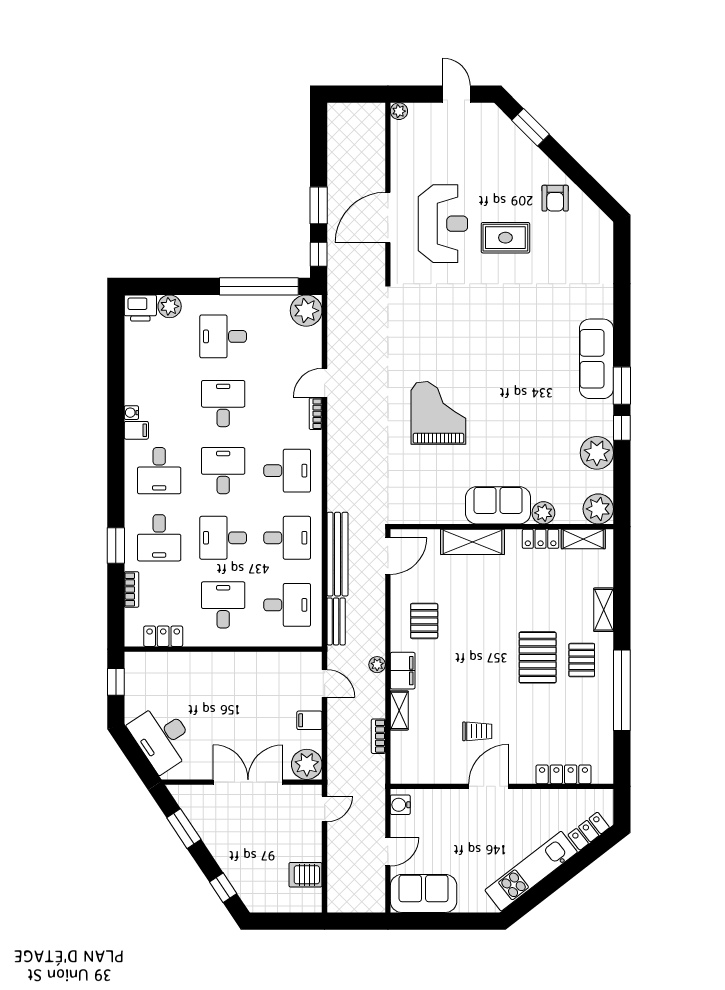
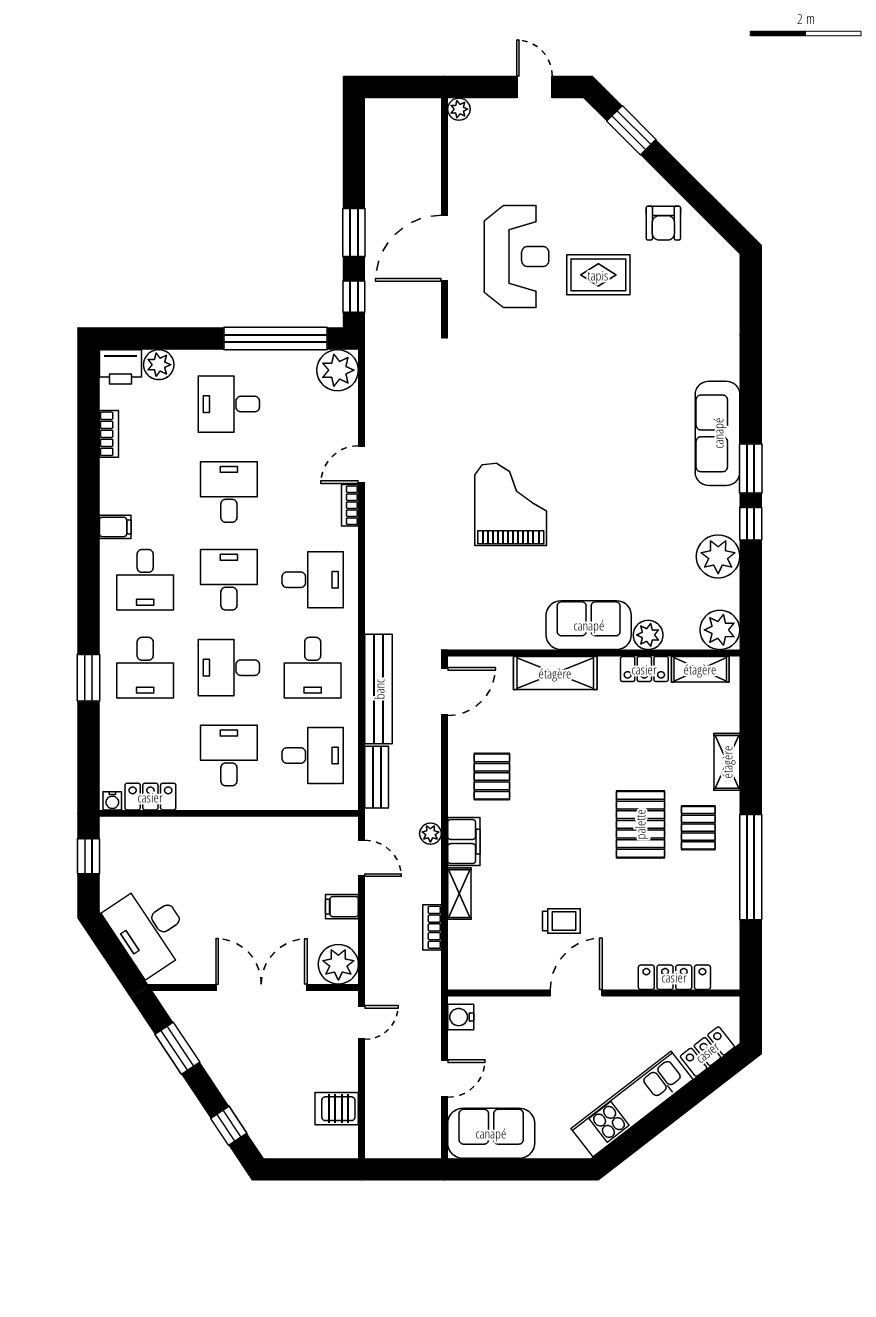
water cooler: (131, 413) -> (112, 801), moved, turned -90
desk: (287, 538) -> (313, 668), turned 90
bookcase: (132, 589) -> (109, 434), moved

